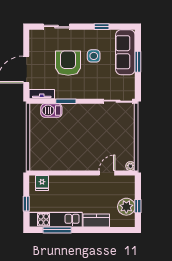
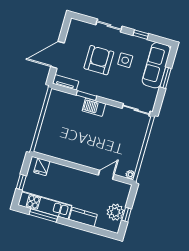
sliding door: (56, 27) -> (109, 25), moved
barbecue: (51, 110) -> (94, 107), moved

